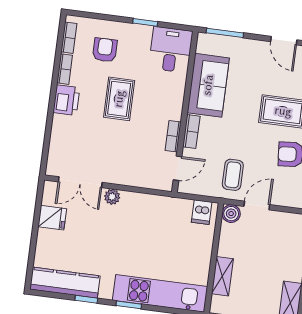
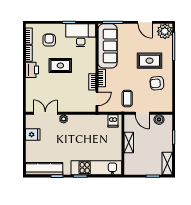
desk: (171, 50) -> (81, 35), width x1.37
sofa: (208, 85) -> (108, 46), width x1.36
rug: (119, 99) -> (60, 66), turned 90
double door: (80, 182) -> (45, 113), swing flipped
door: (257, 205) -> (142, 113), swing flipped
boiler: (231, 214) -> (159, 119), moved
shelving: (222, 276) -> (129, 142), moved

